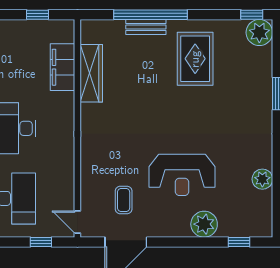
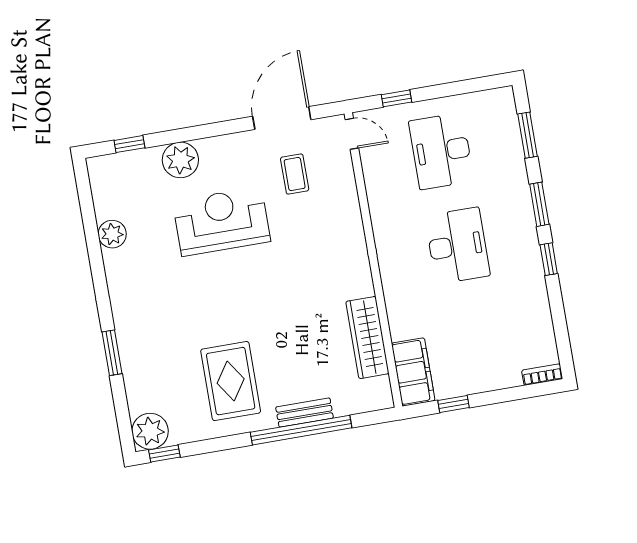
filing cabinet: (62, 67) -> (413, 372), moved

